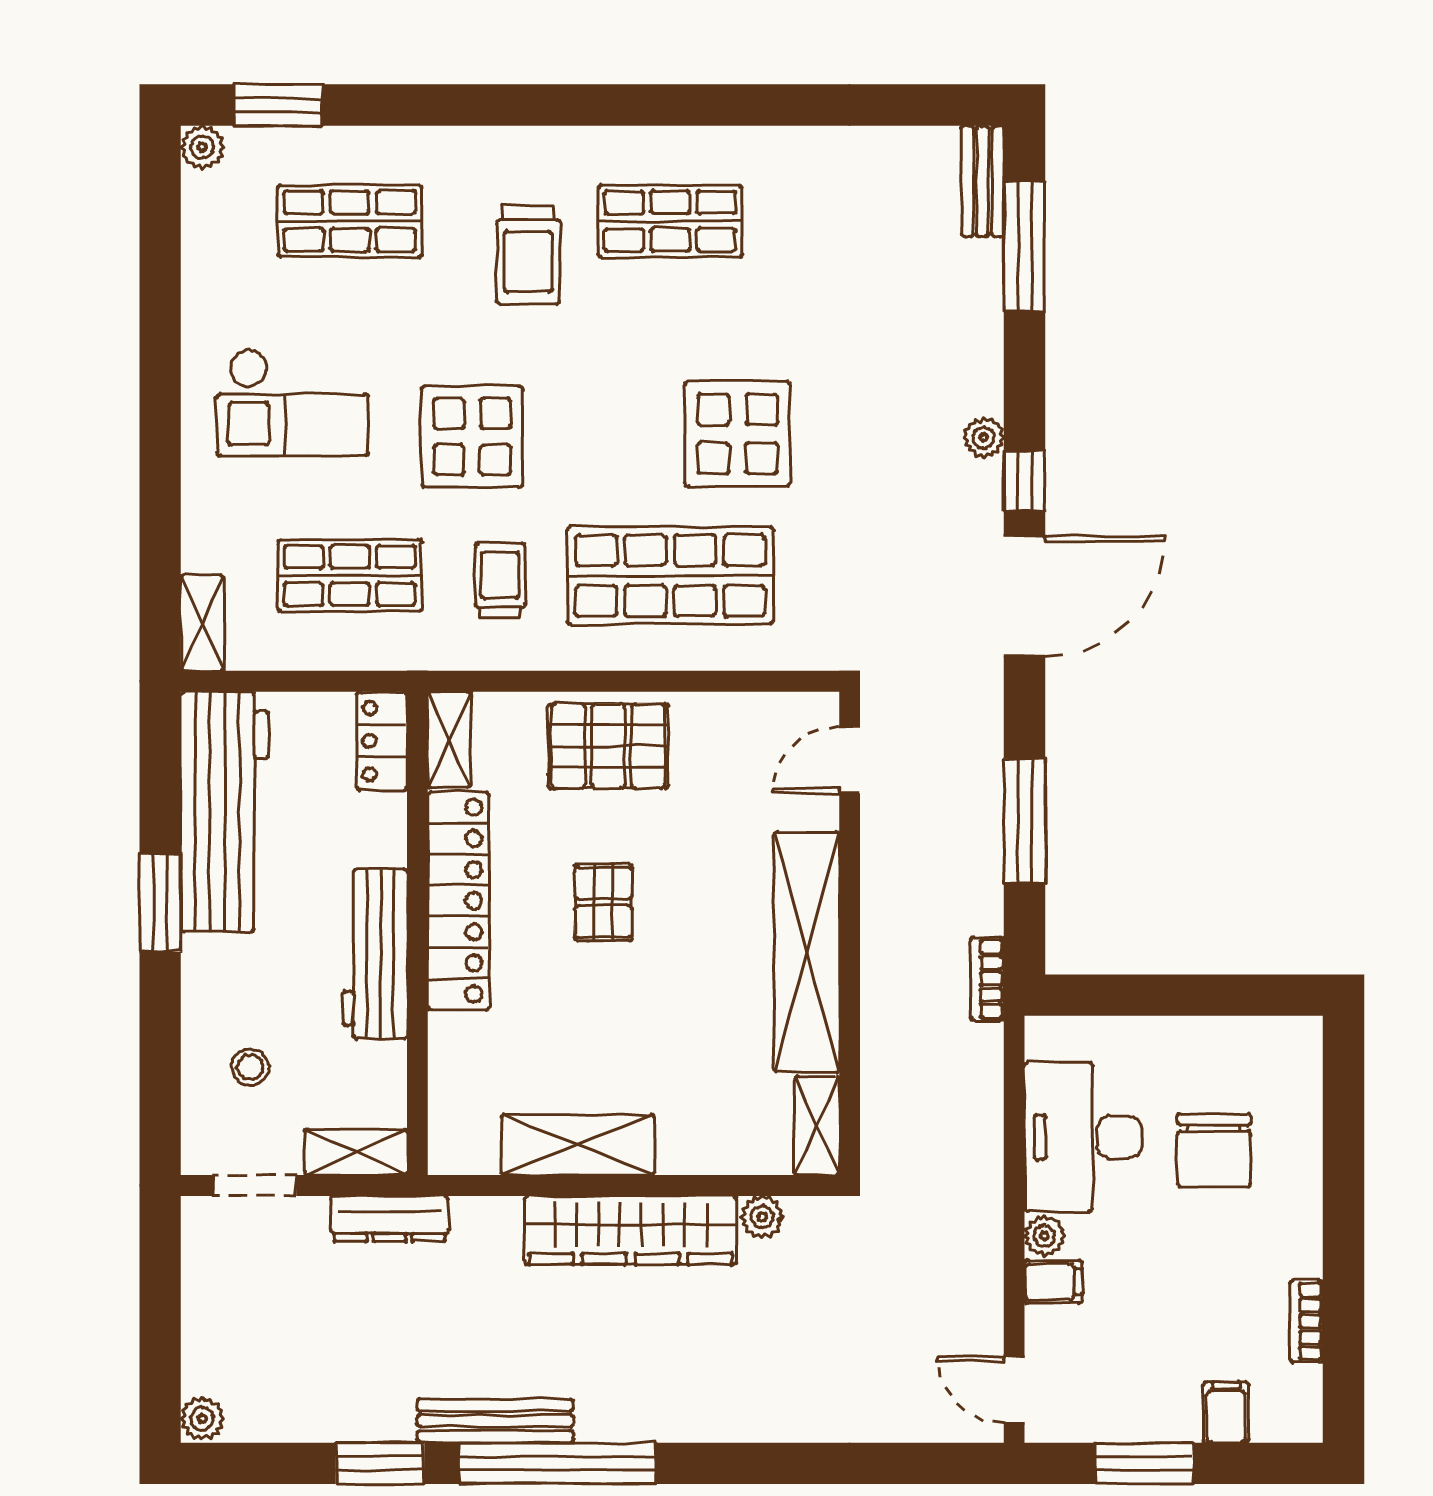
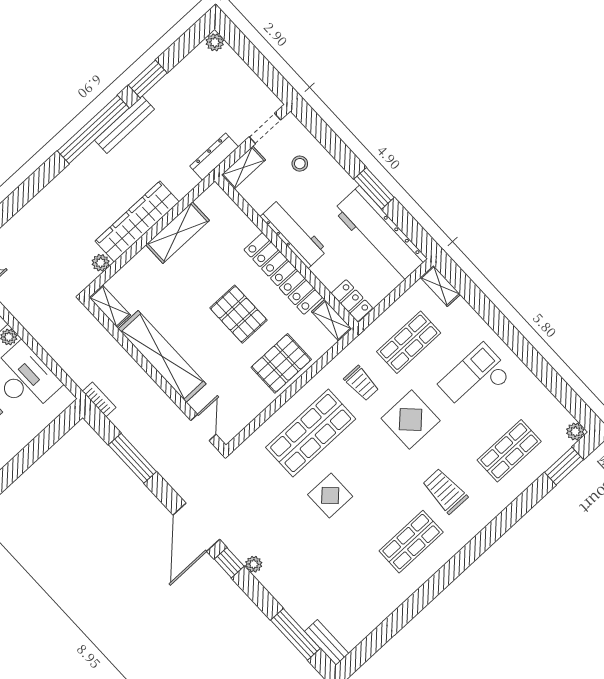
display table: (737, 434) -> (330, 496), width x0.73, depth x0.73
pallet: (603, 902) -> (238, 314), width x1.50, depth x1.42

